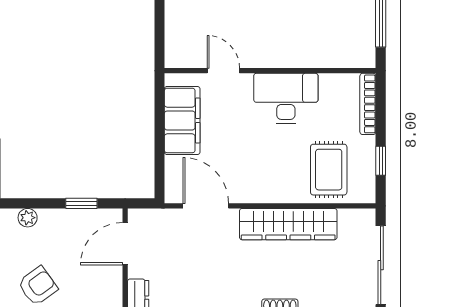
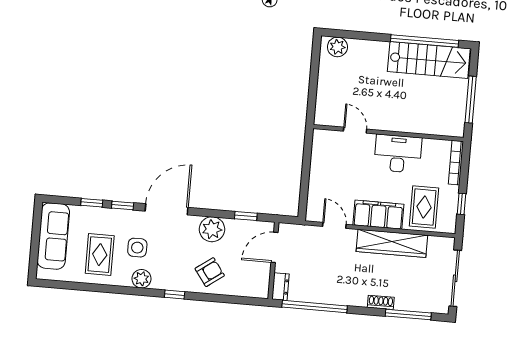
filing cabinet: (182, 120) -> (378, 215), moved, turned -90
door: (206, 206) -> (334, 225), width x0.73
plant: (28, 218) -> (212, 229), width x1.88, depth x1.88

